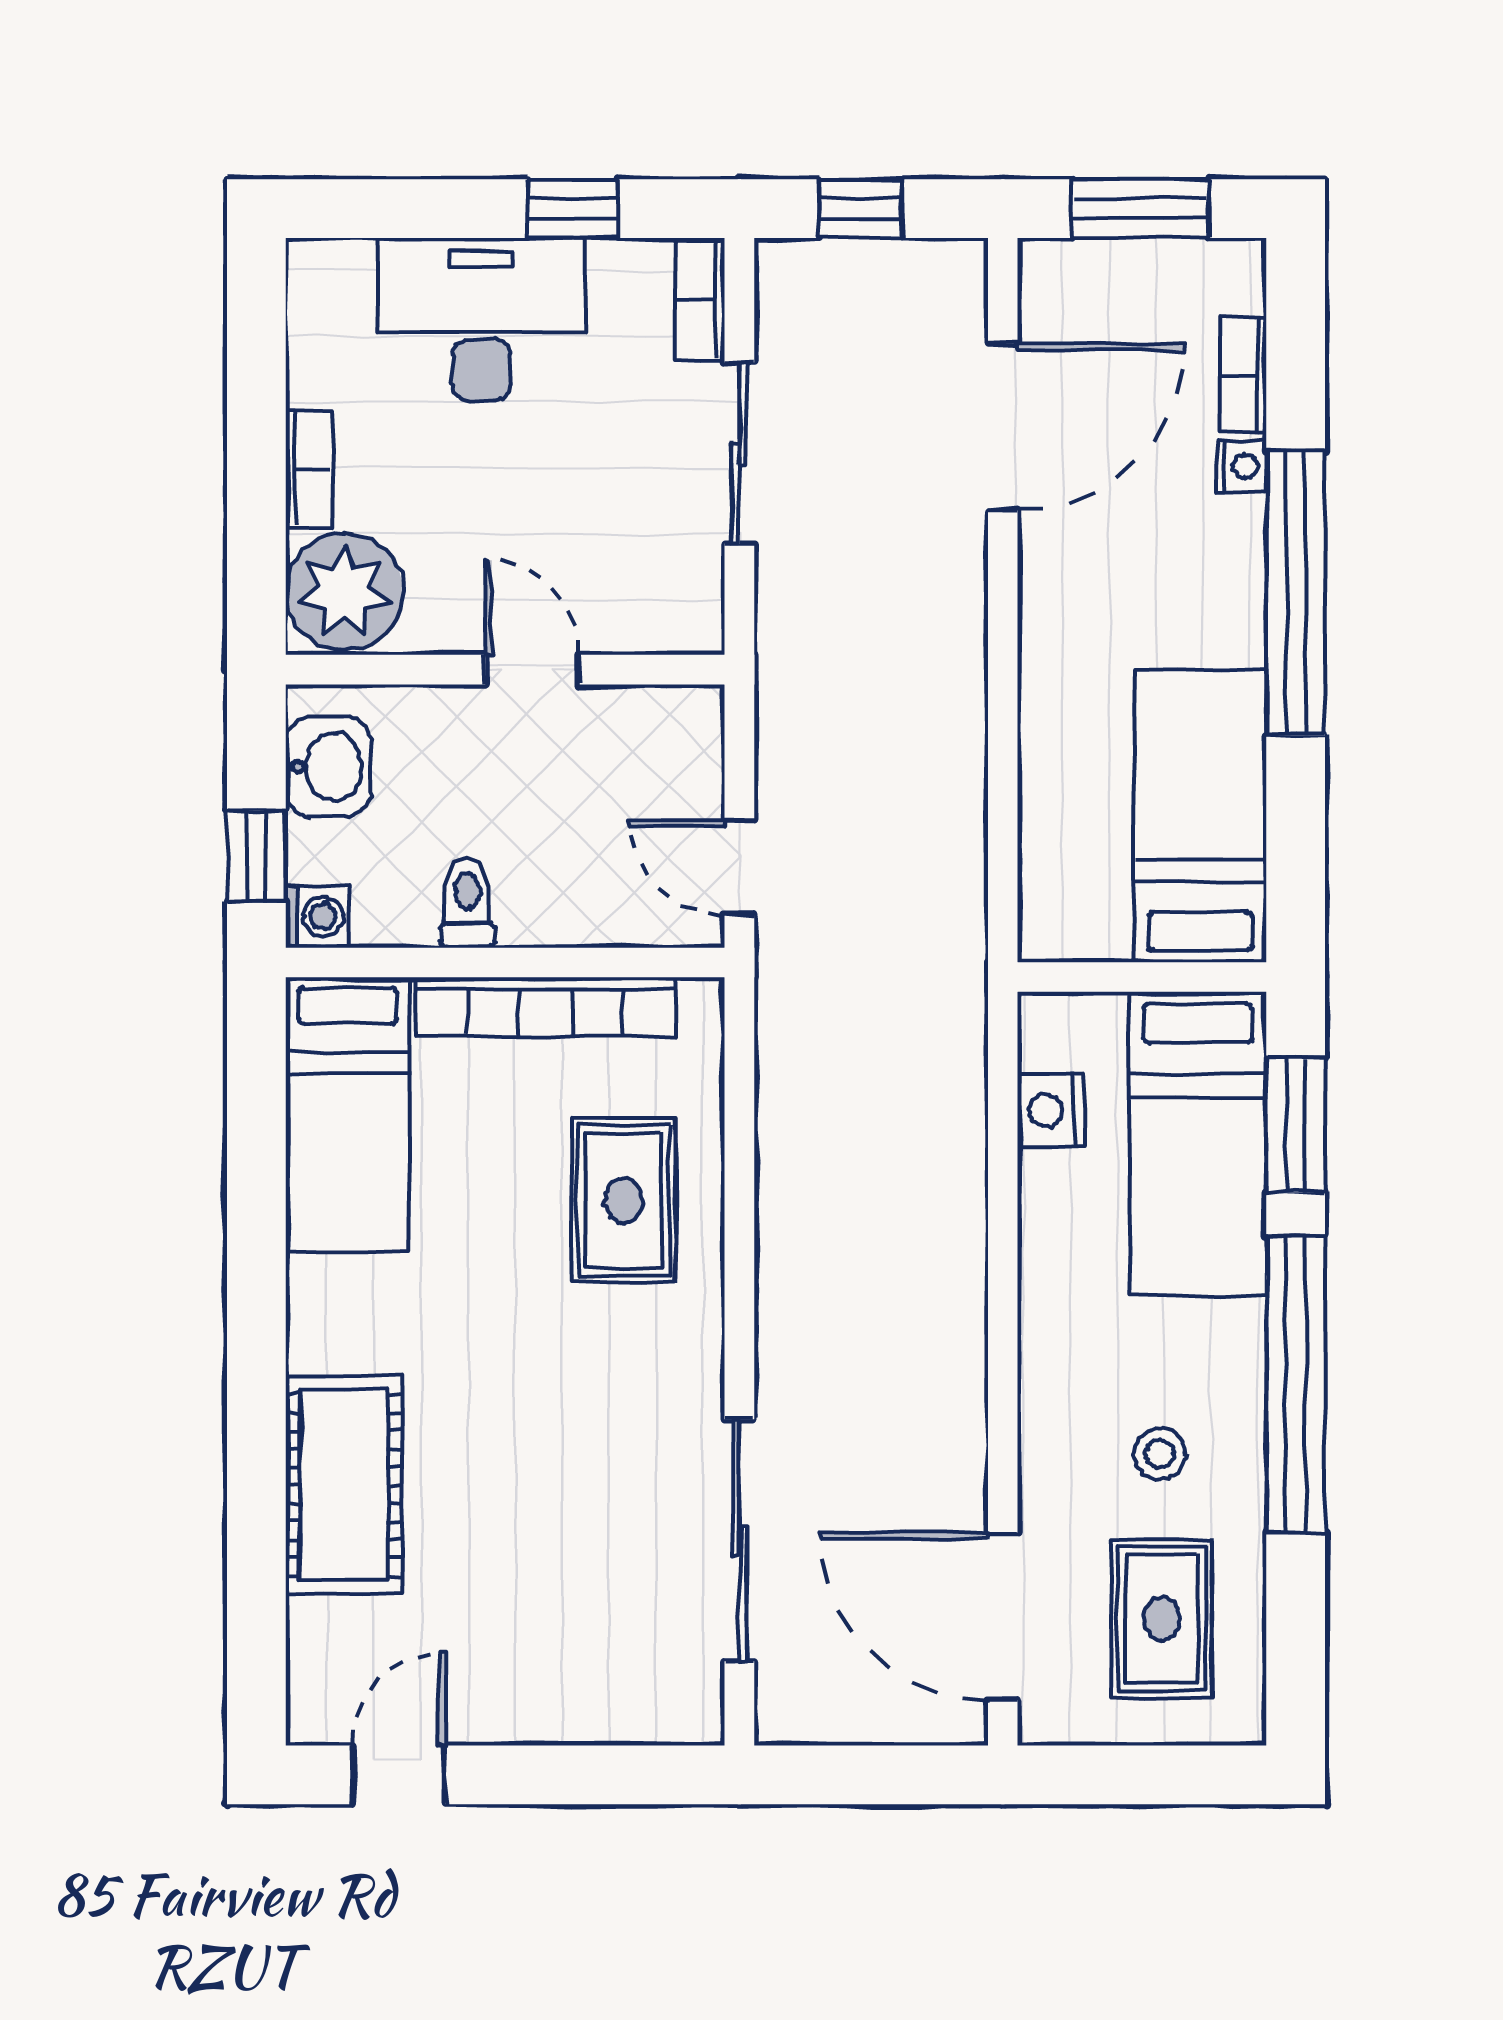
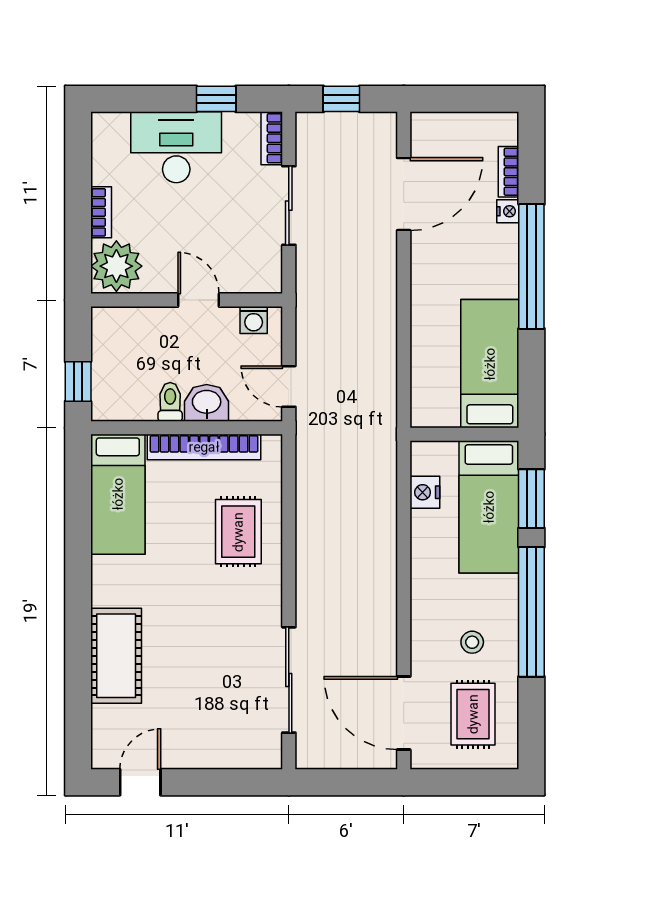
window: (1141, 209) -> (464, 99), removed
washbasin: (328, 767) -> (207, 403), moved, turned -90
washing machine: (317, 917) -> (254, 320), moved, turned 90

